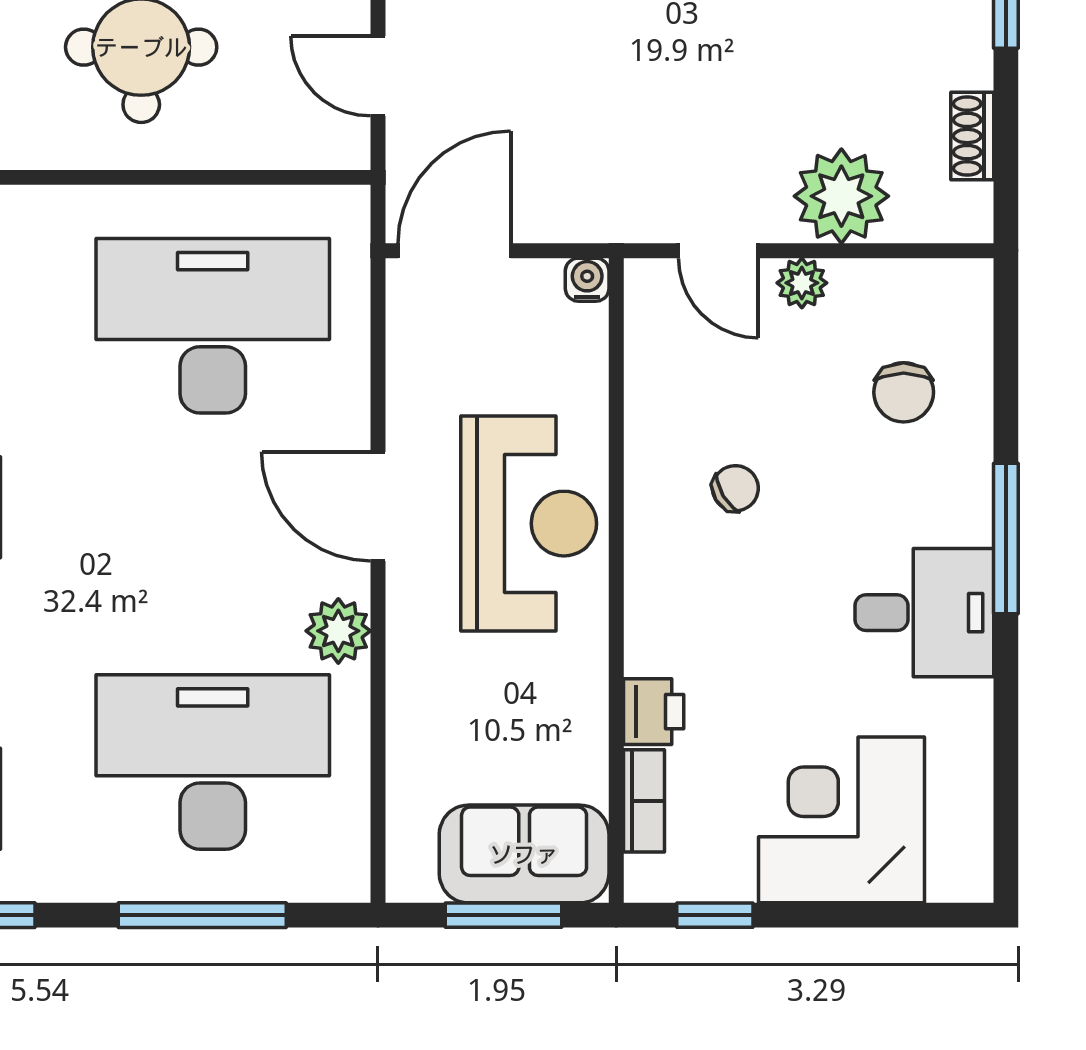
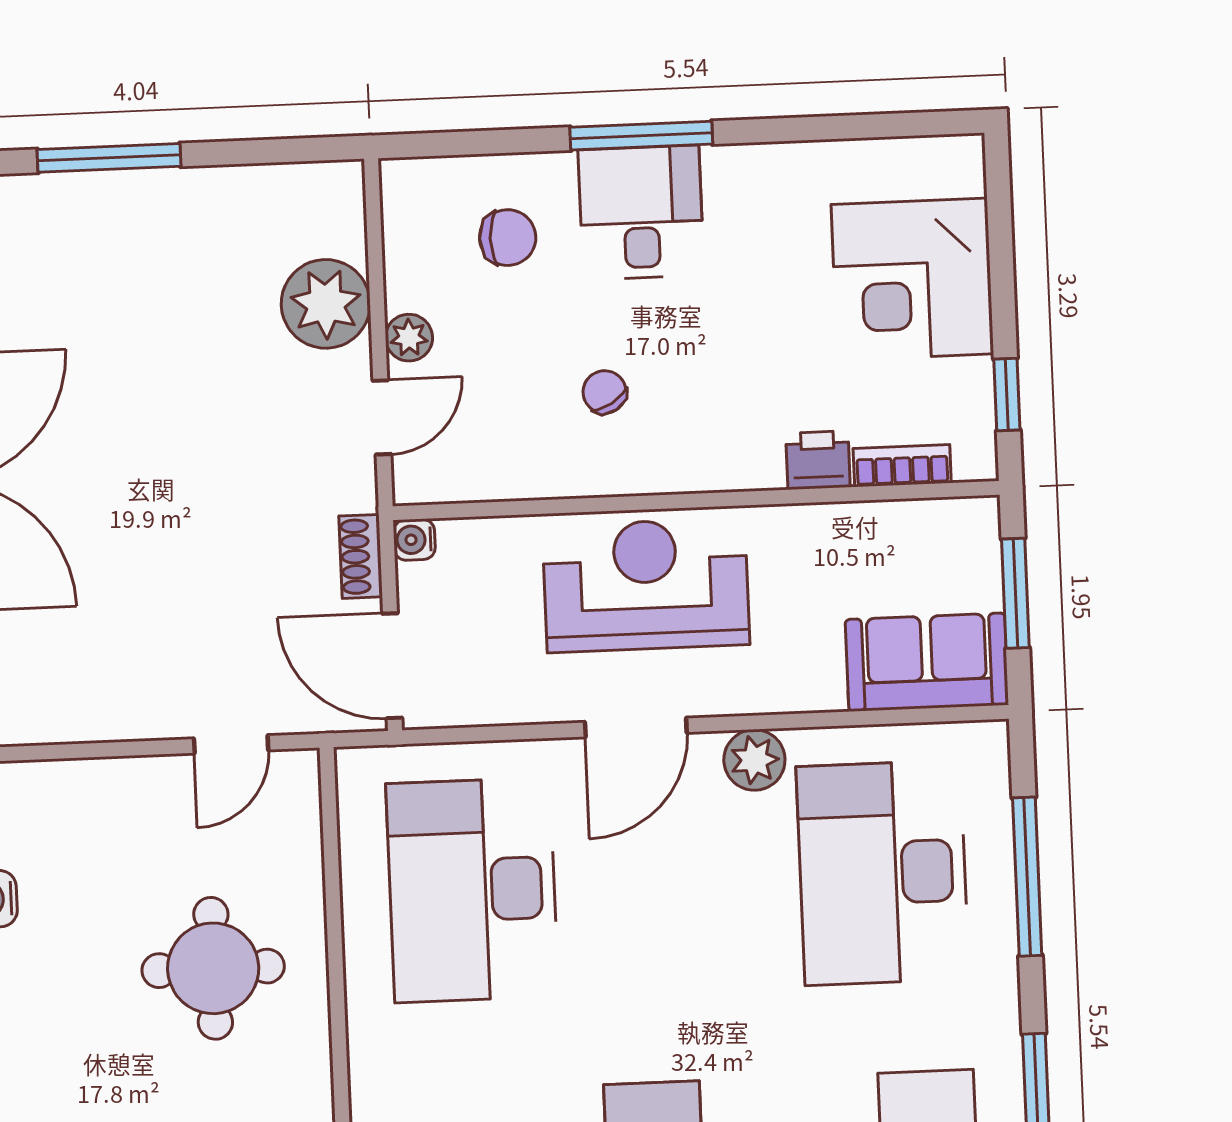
shoe rack: (972, 136) -> (361, 556), moved, turned 90
desk: (924, 613) -> (641, 212), moved
sofa: (524, 854) -> (927, 662), moved, turned 90

